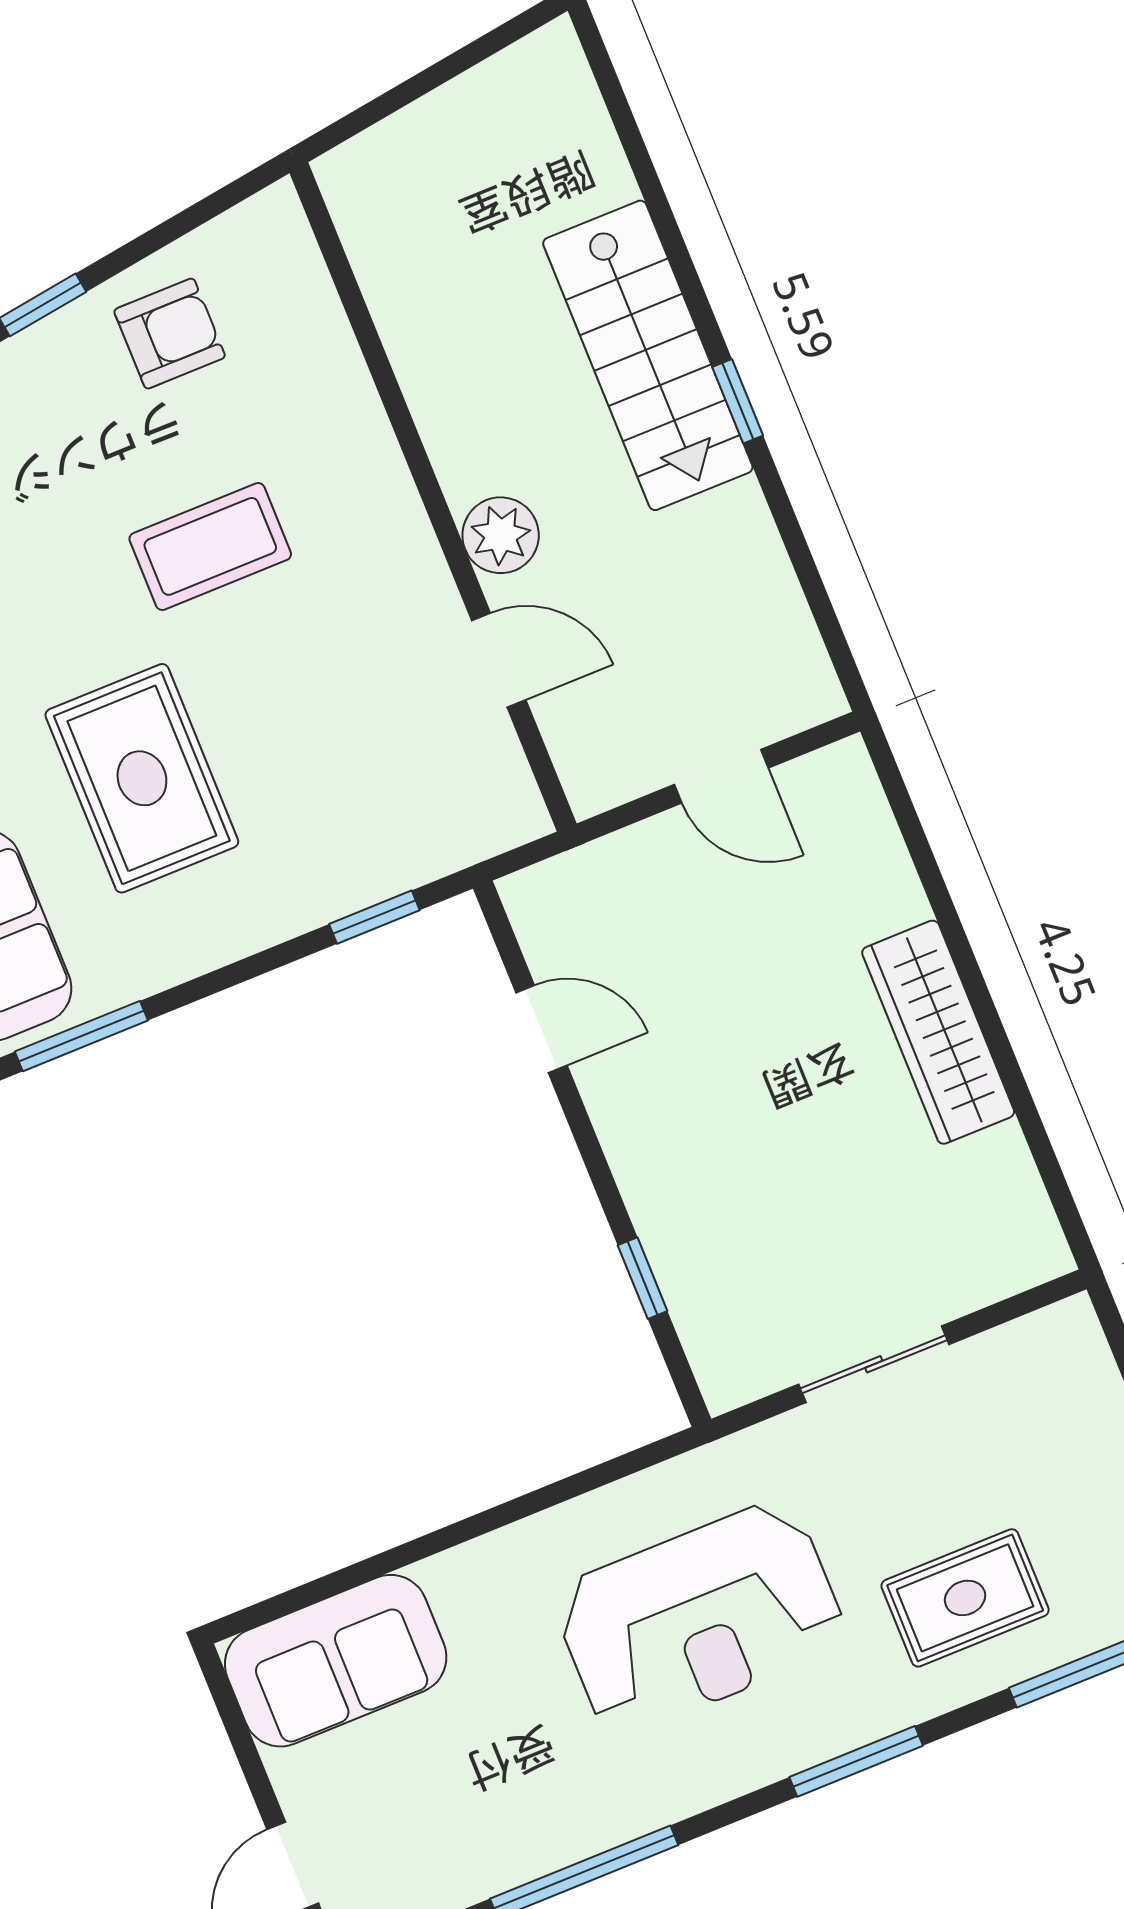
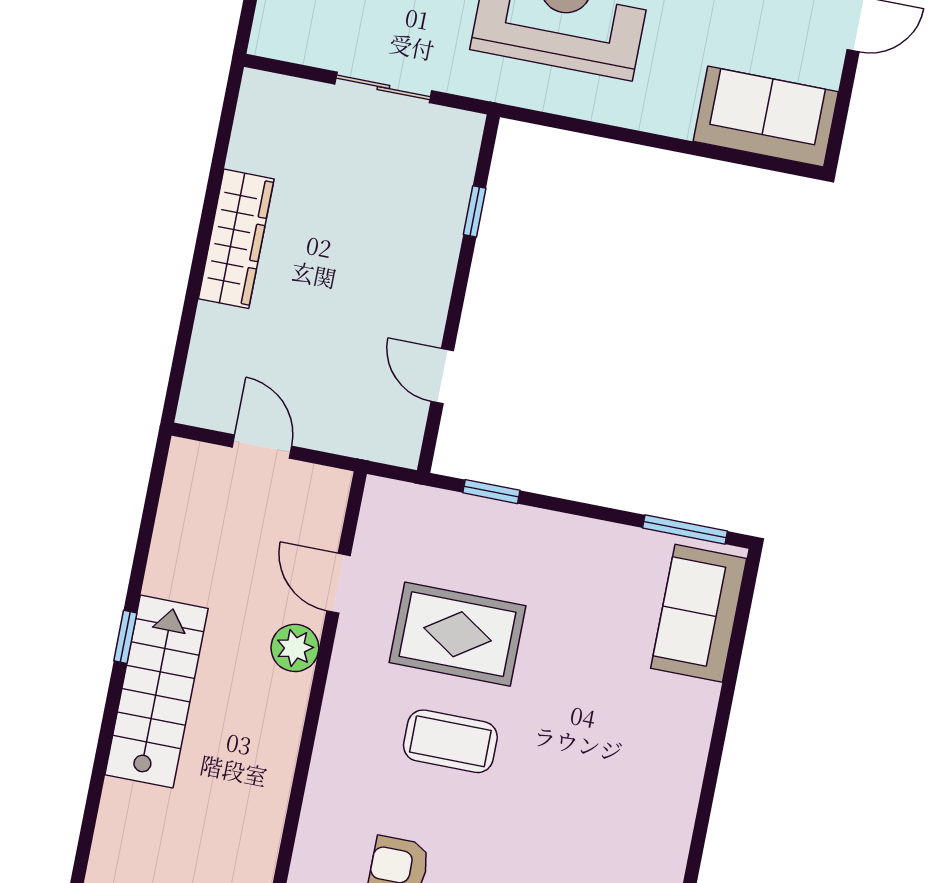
rug: (142, 778) -> (458, 634), moved, turned 90

